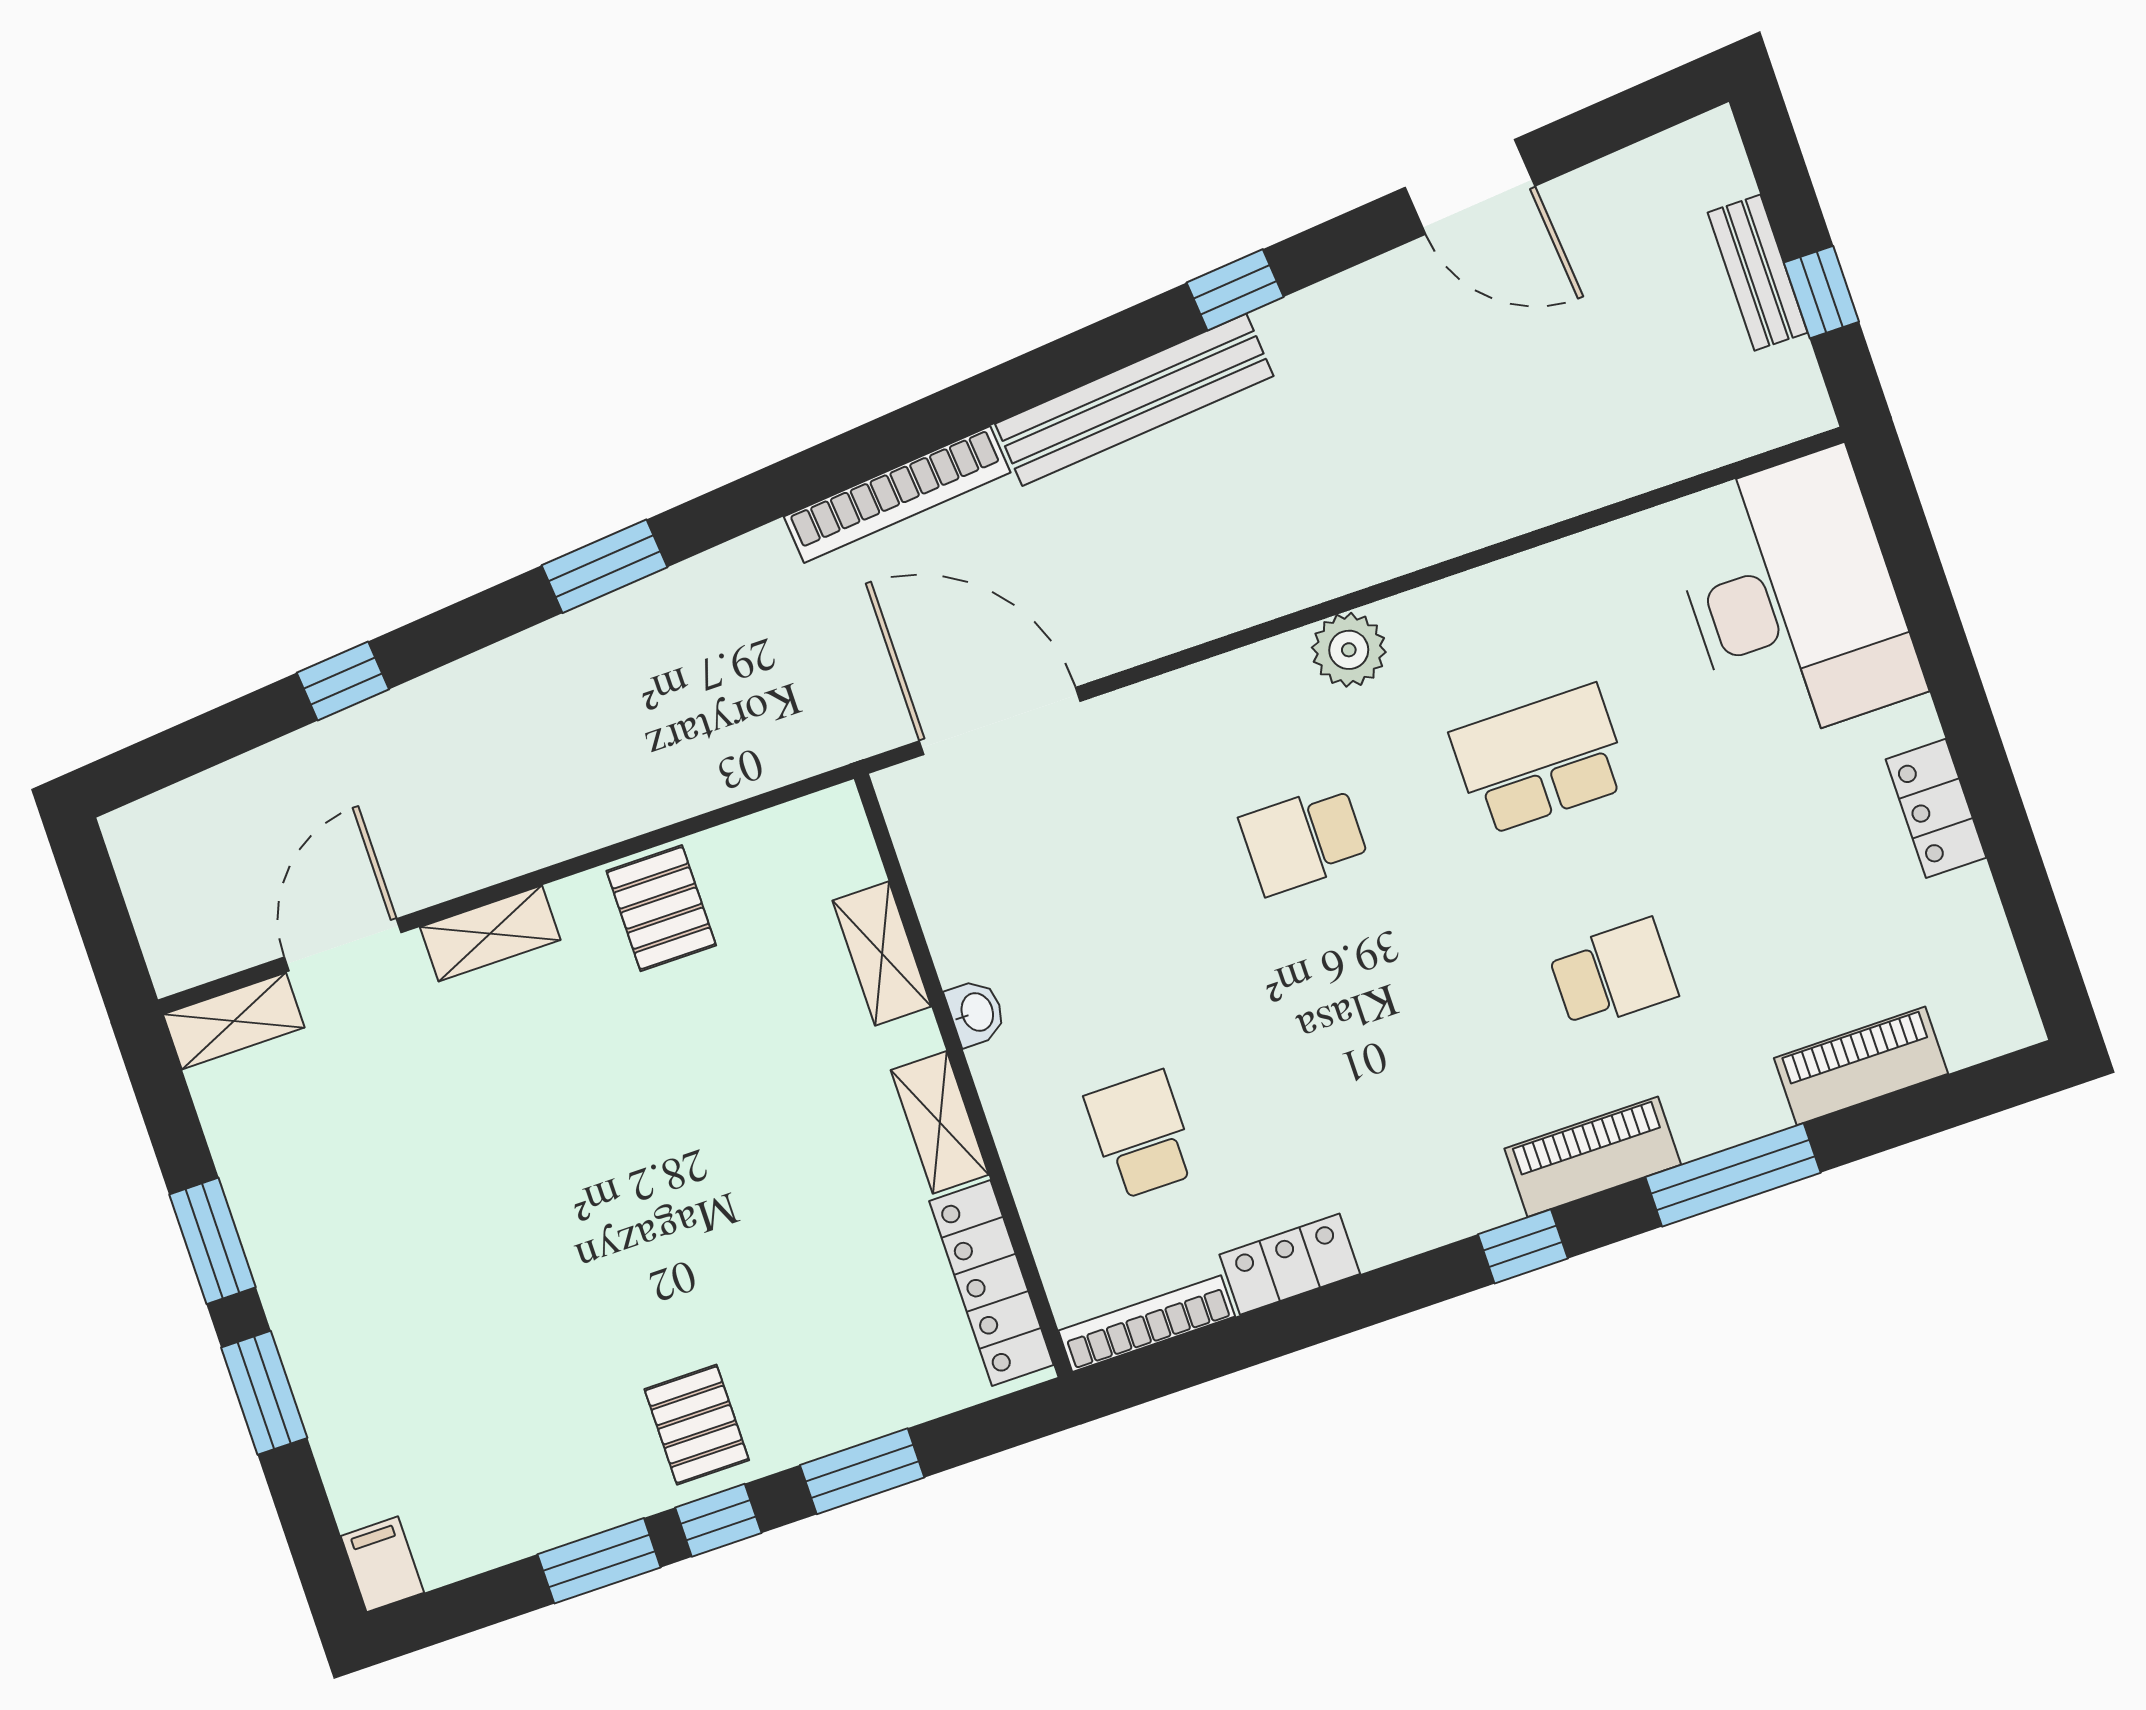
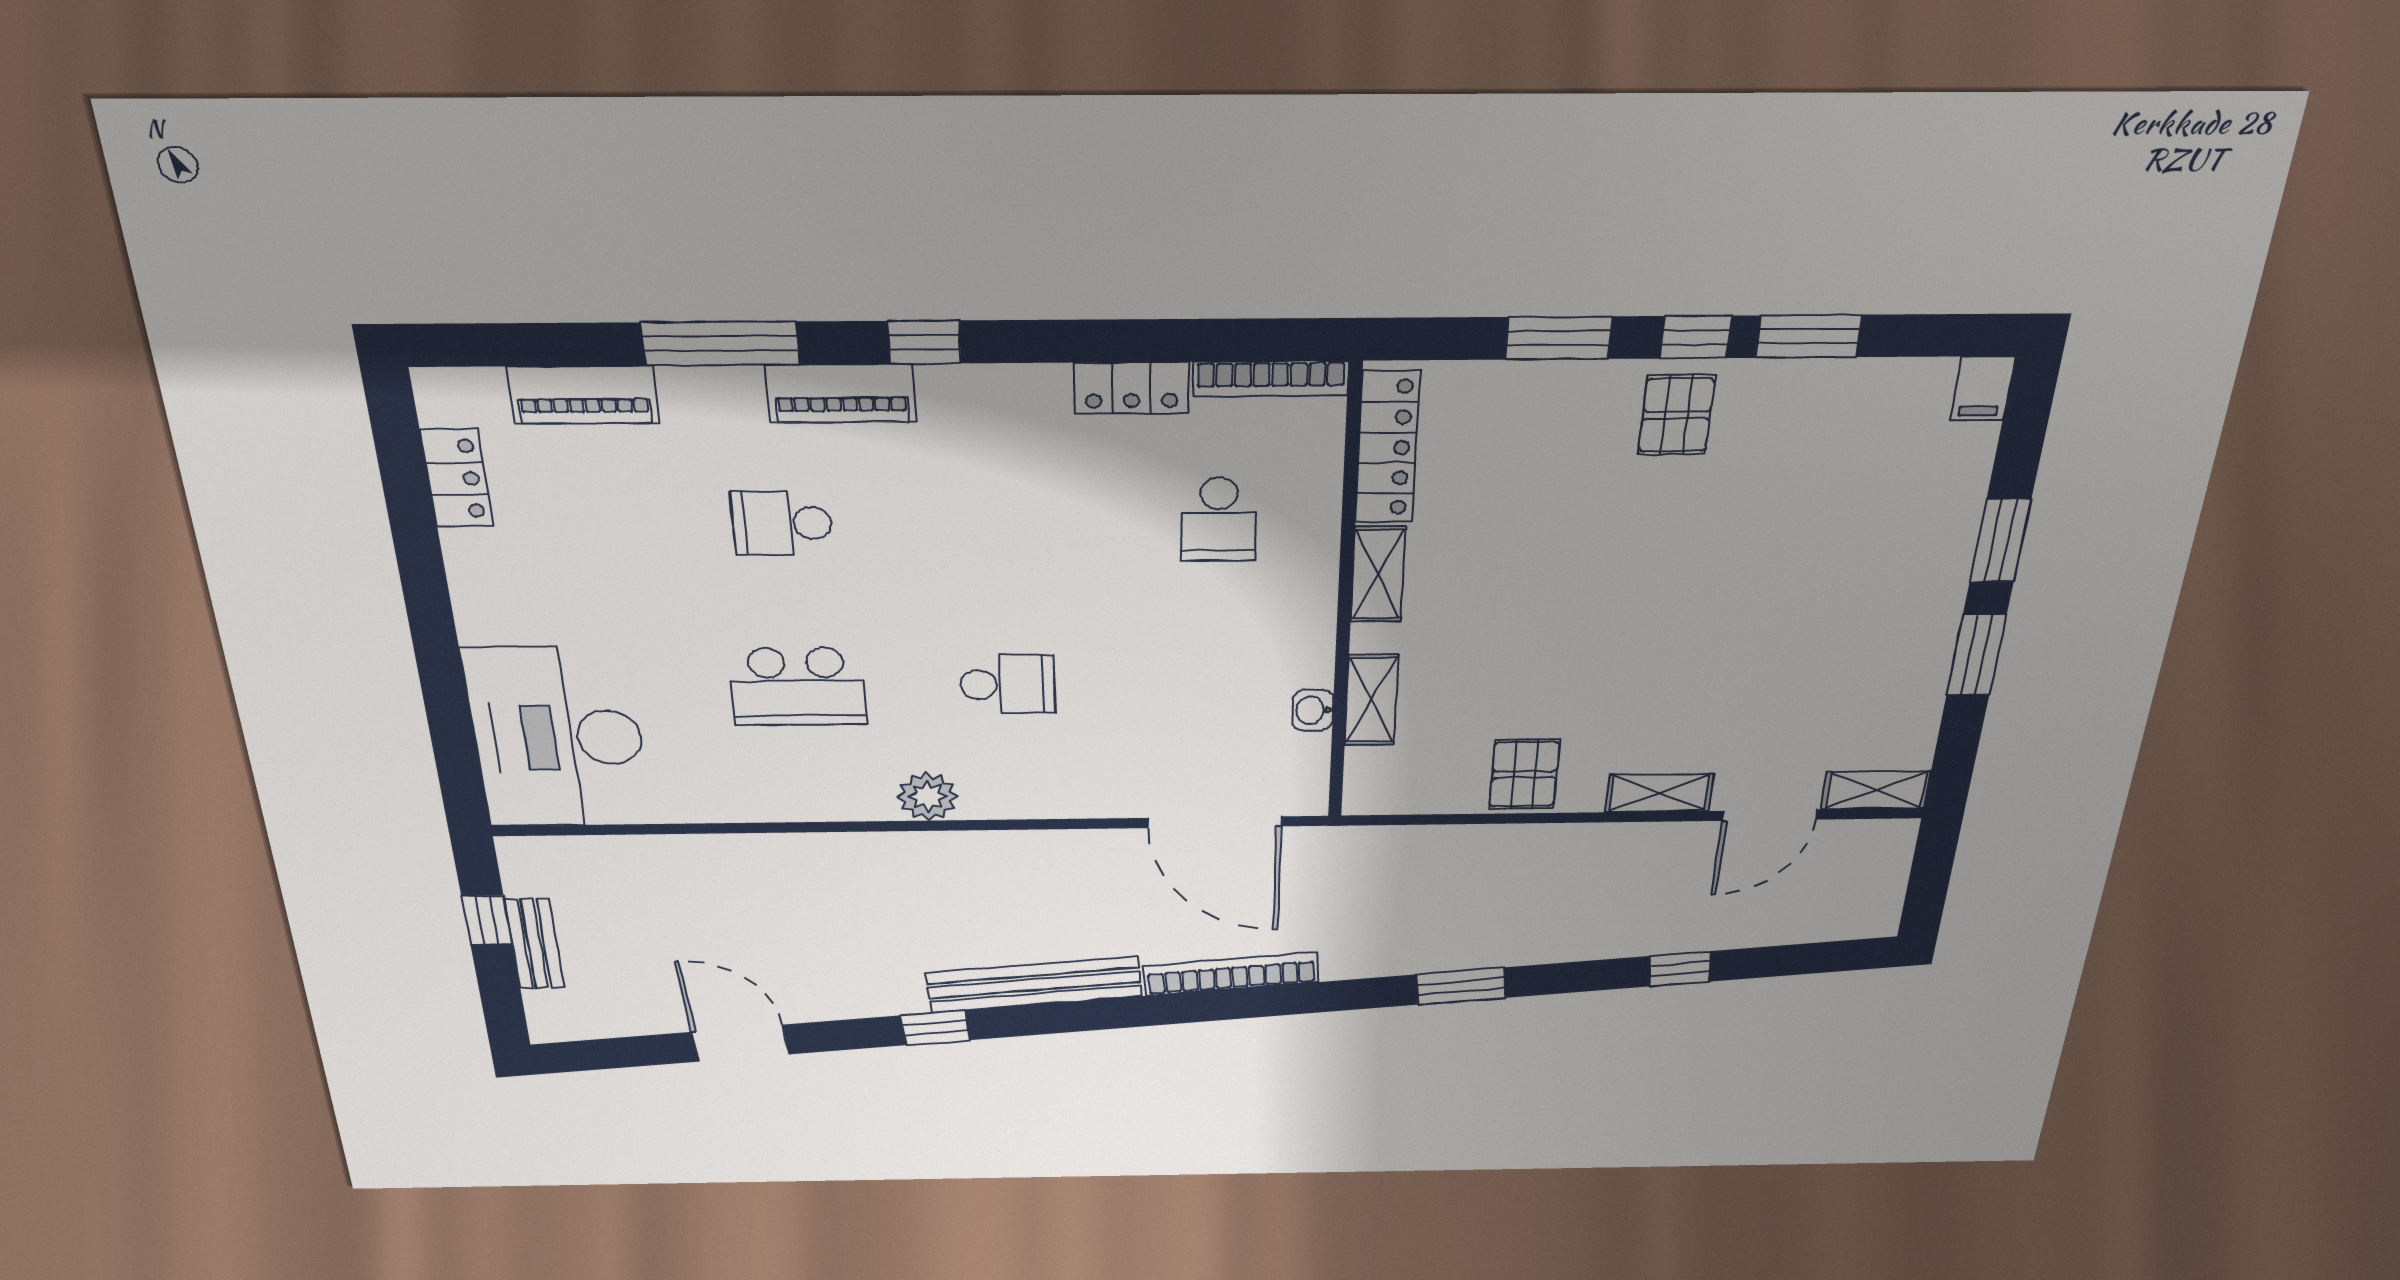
locker: (1936, 808) -> (457, 479), moved
washbasin: (976, 1012) -> (1313, 710), moved

